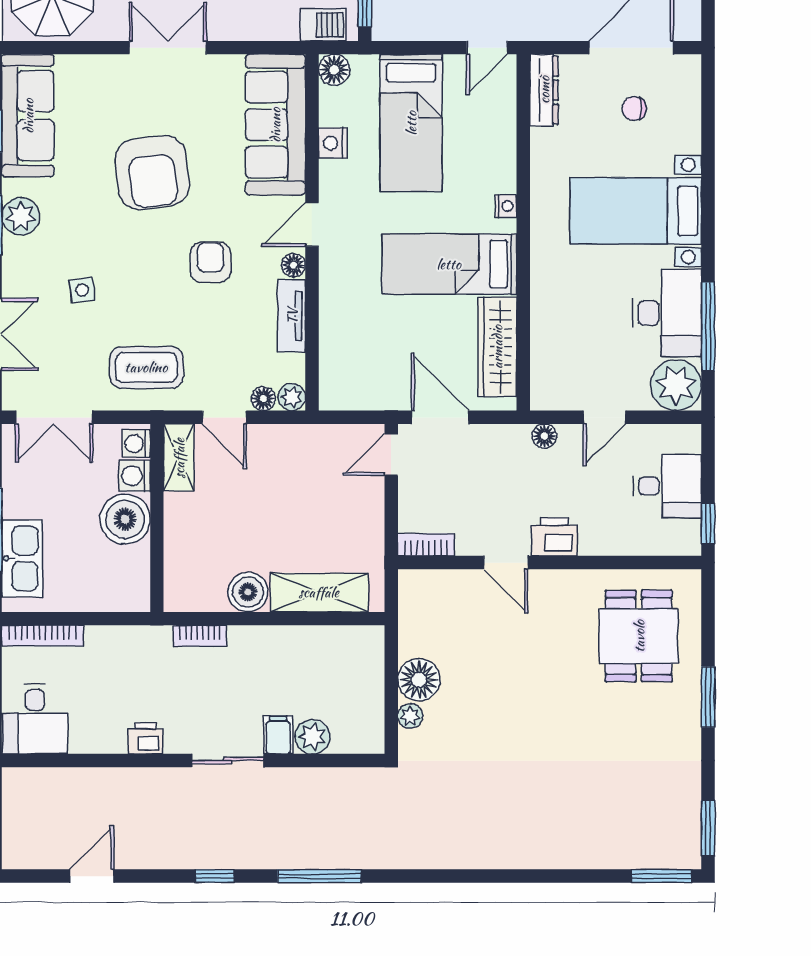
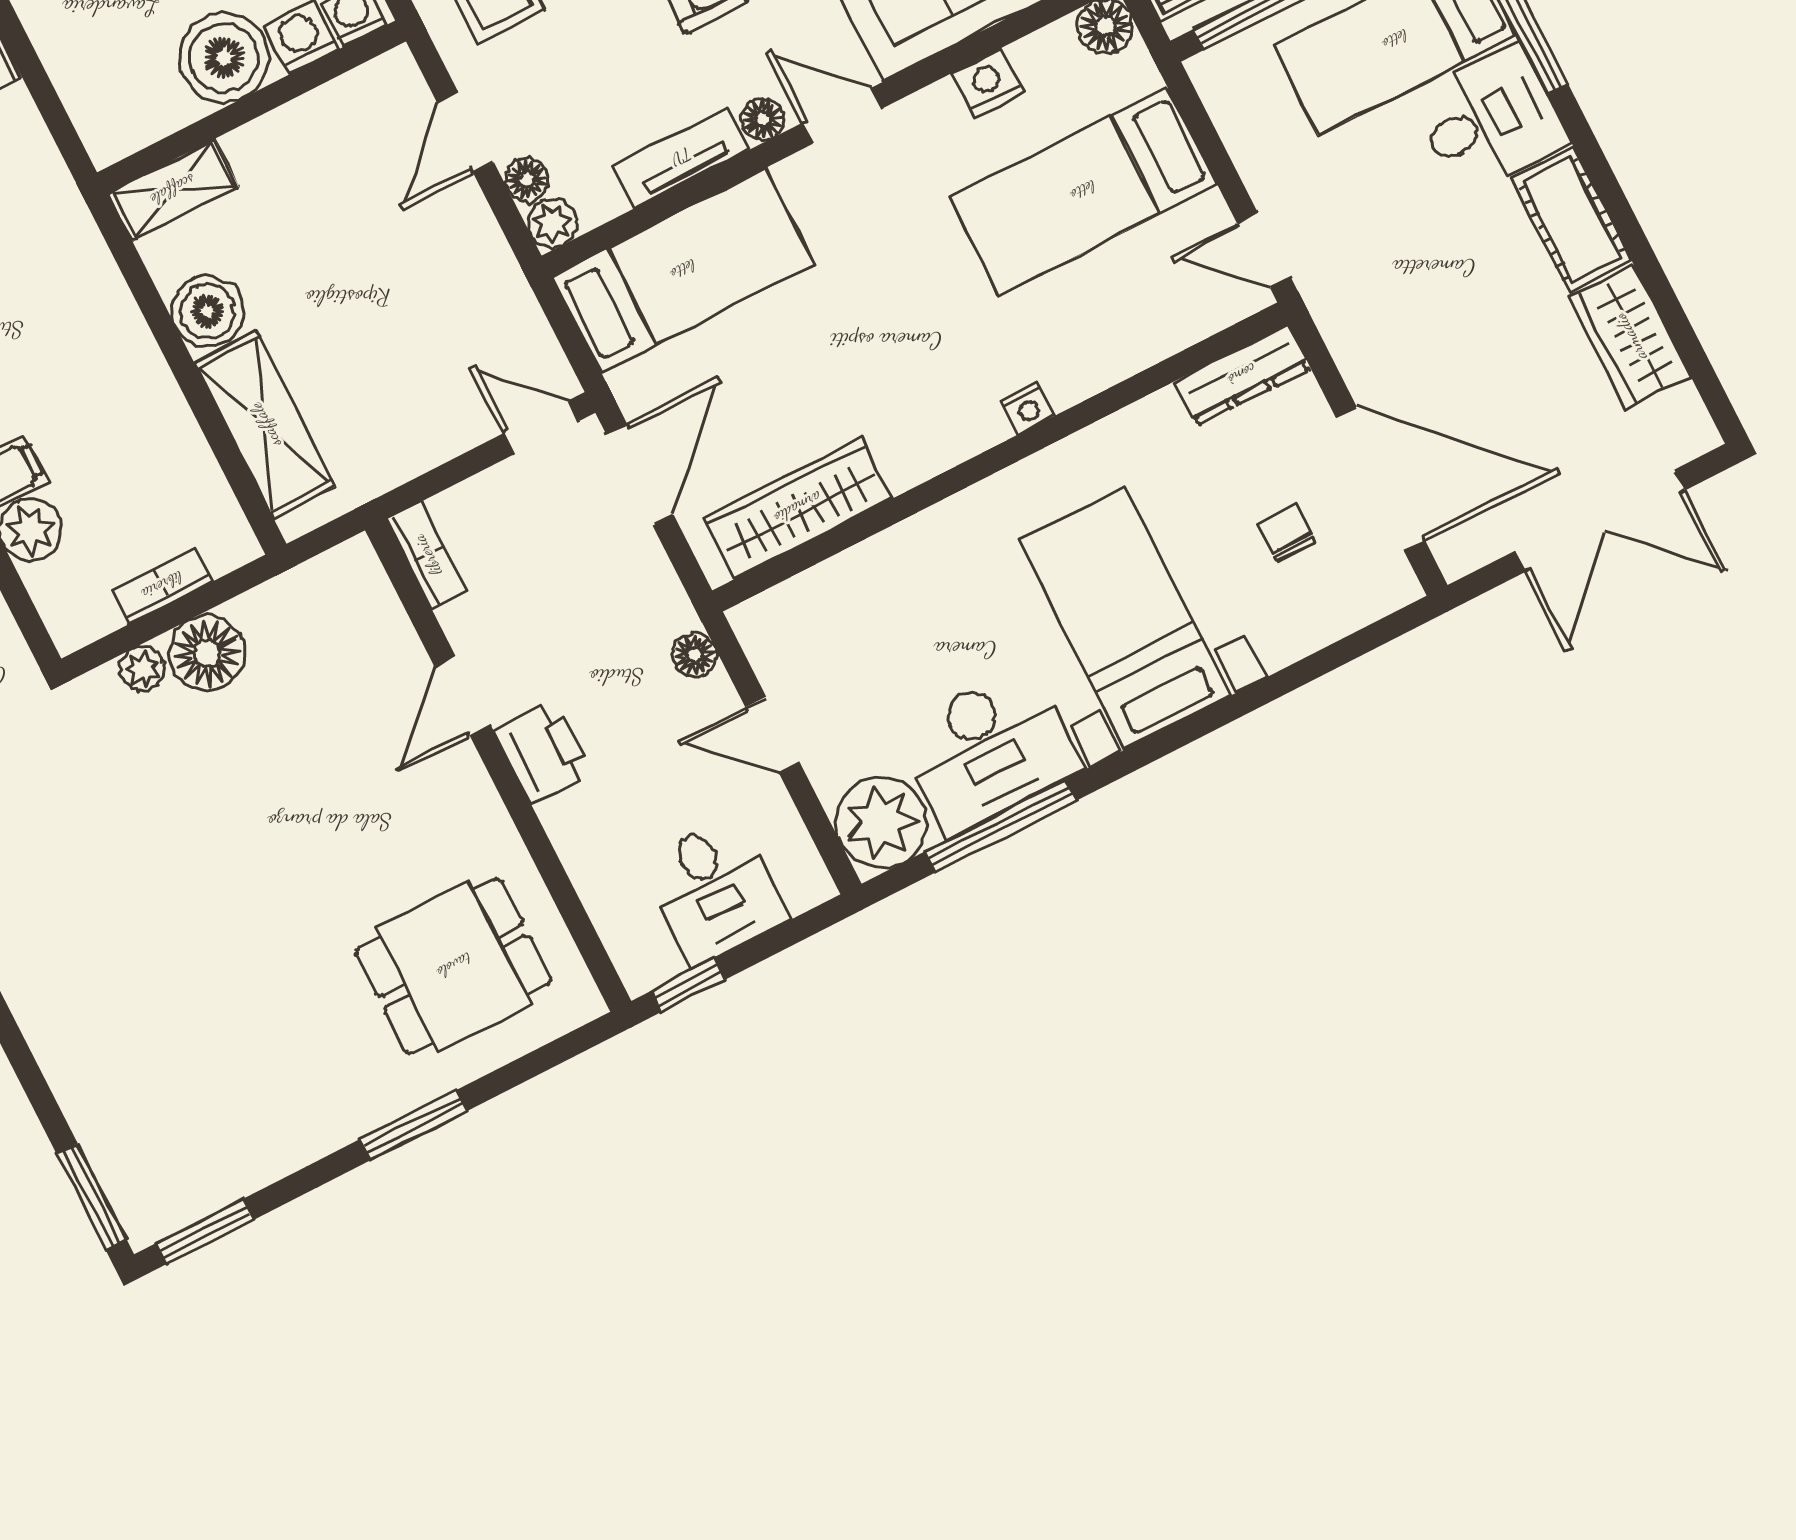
bed: (449, 264) -> (683, 270), moved, turned 90
shelving: (179, 458) -> (173, 190), moved
bookcase: (200, 636) -> (162, 586), moved, turned 90

